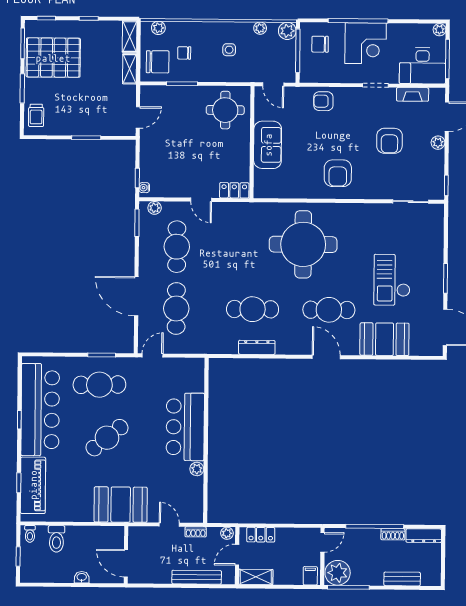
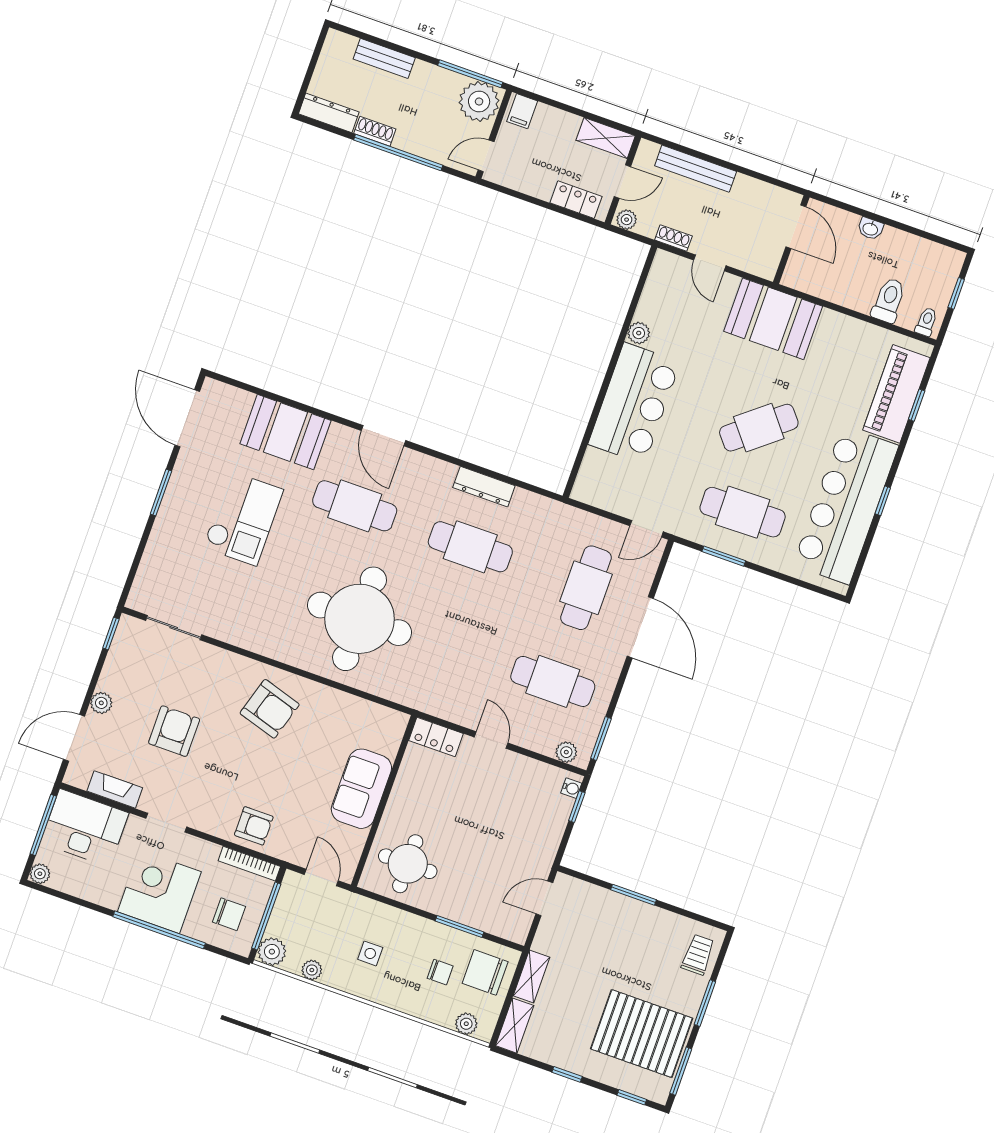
bookcase: (318, 78) -> (249, 864), added
armchair: (338, 173) -> (270, 709), turned 107
cafe table: (177, 247) -> (553, 681), turned 90

